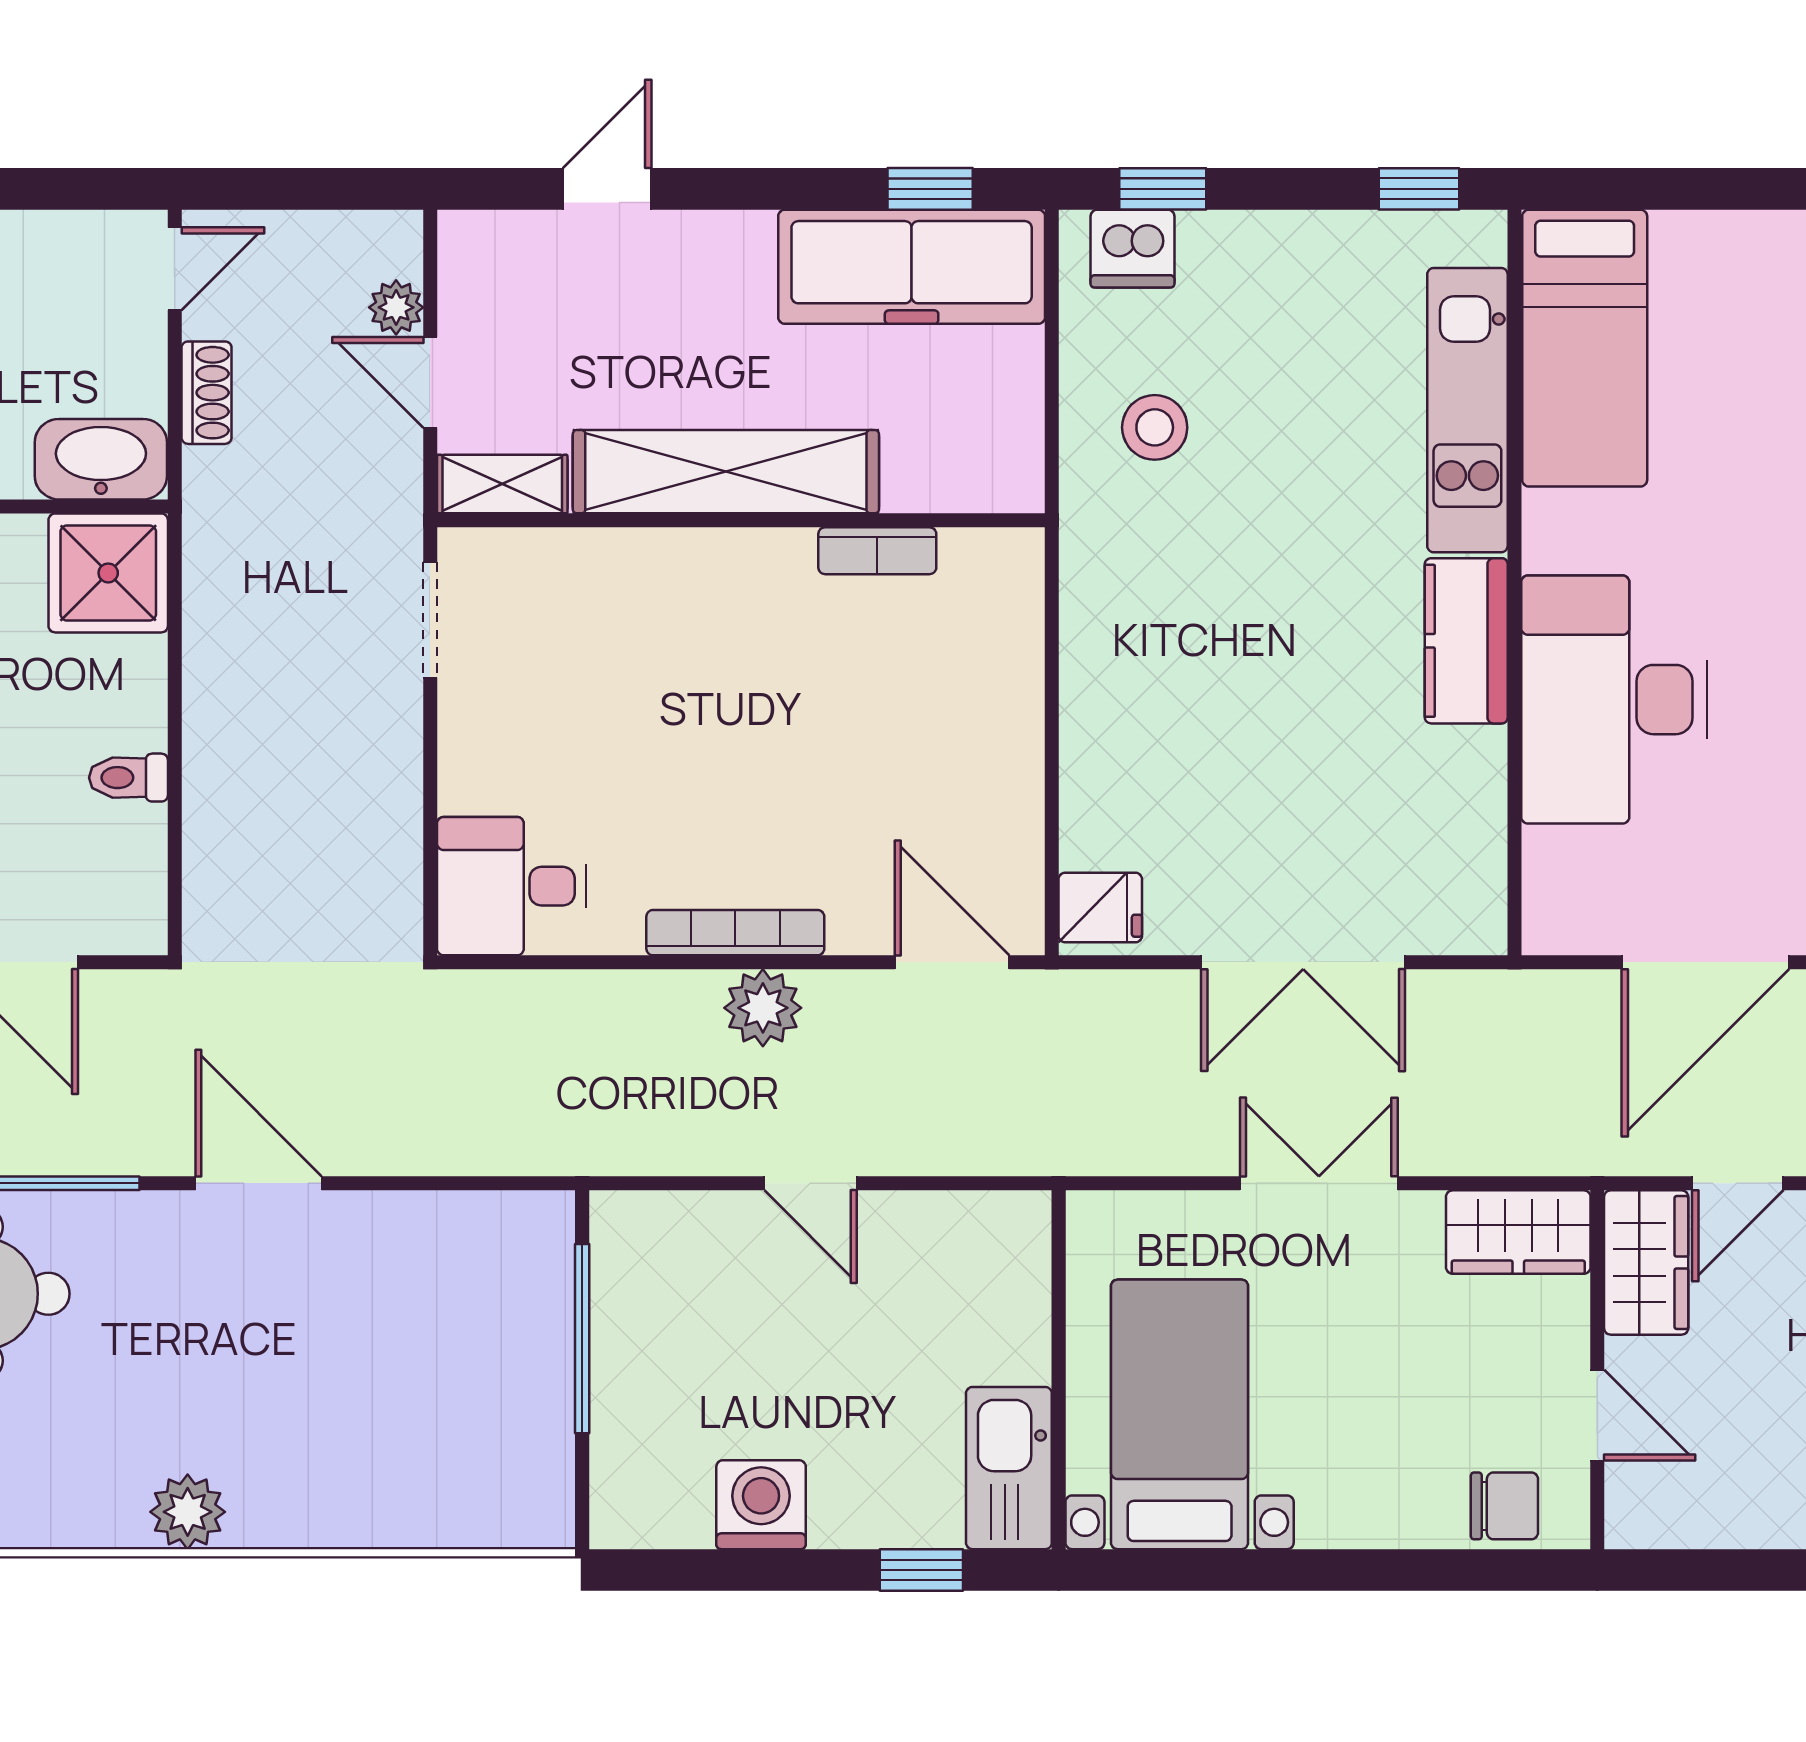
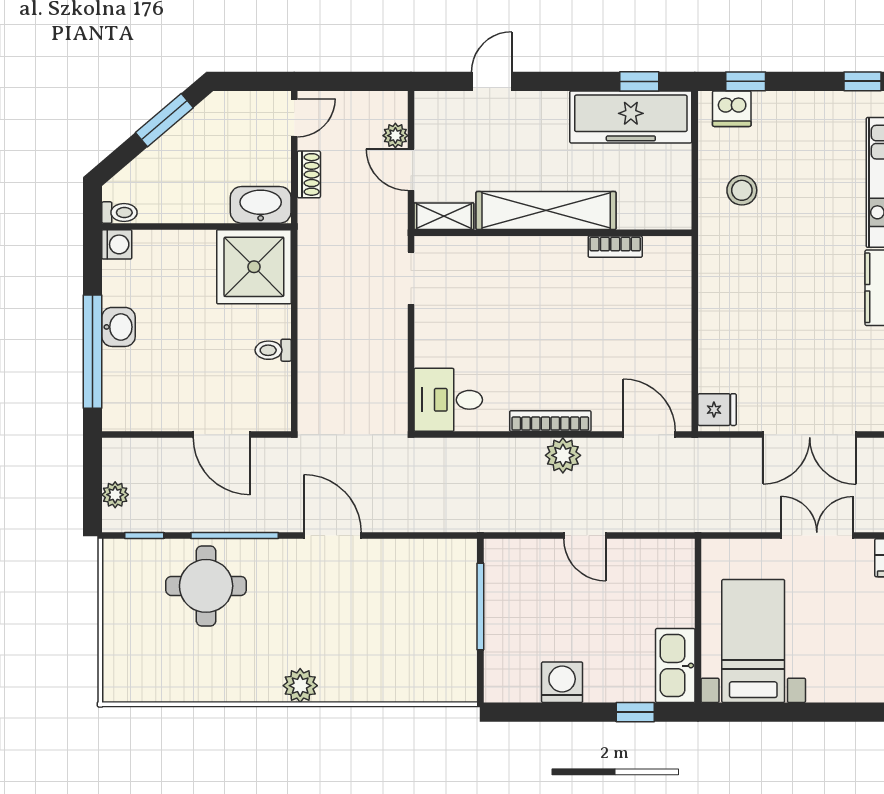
shower: (108, 573) -> (254, 267), width x1.37, depth x1.37

